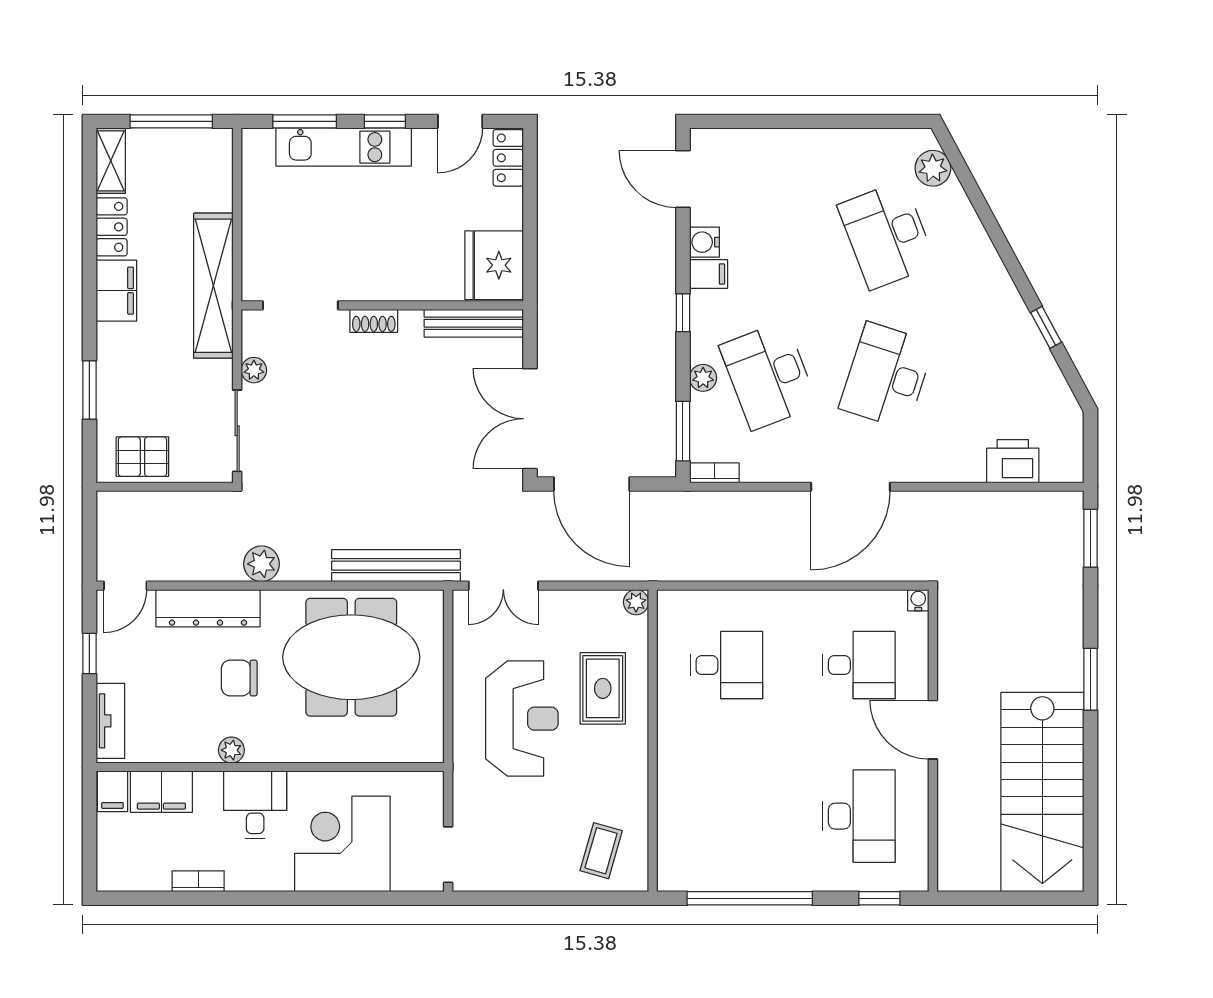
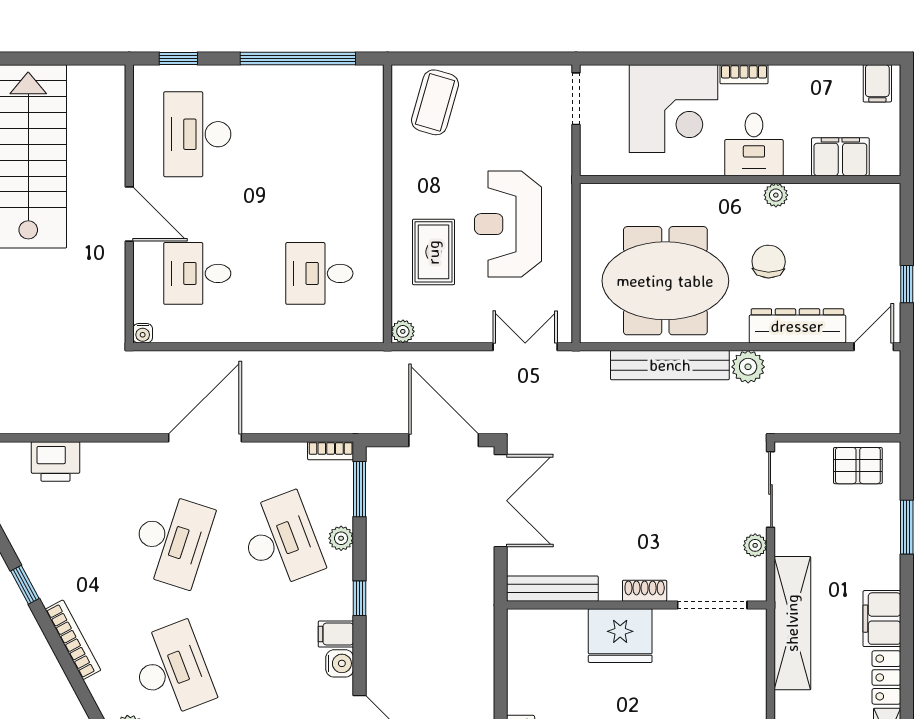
fridge: (494, 265) -> (620, 636), moved, turned 90
bookcase: (994, 268) -> (73, 640), added
bench: (396, 566) -> (670, 365), moved
chair: (239, 678) -> (769, 262), turned -89
tv unit: (110, 721) -> (887, 222), removed
filing cabinet: (112, 791) -> (877, 83), moved, turned 180
coffee table: (601, 851) -> (435, 102), width x1.36, depth x1.30
bookcase: (198, 881) -> (744, 74), moved

